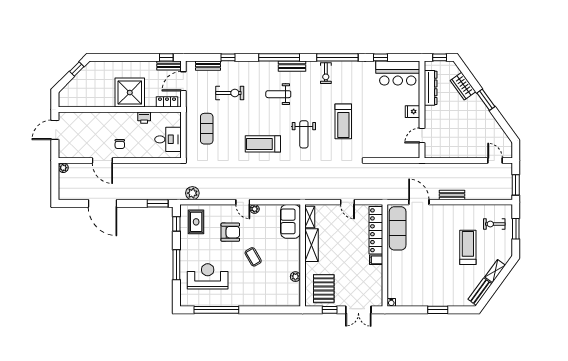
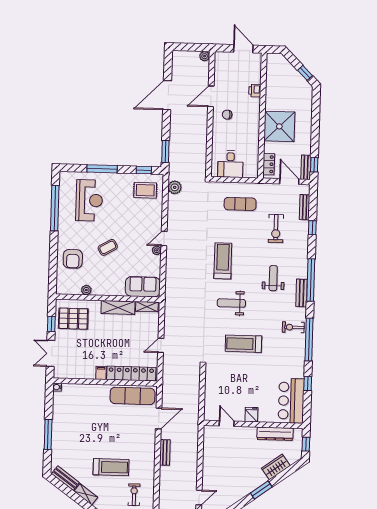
printer: (144, 118) -> (255, 91), moved
armchair: (230, 232) -> (73, 259), moved
window: (438, 310) -> (48, 434), width x1.44

